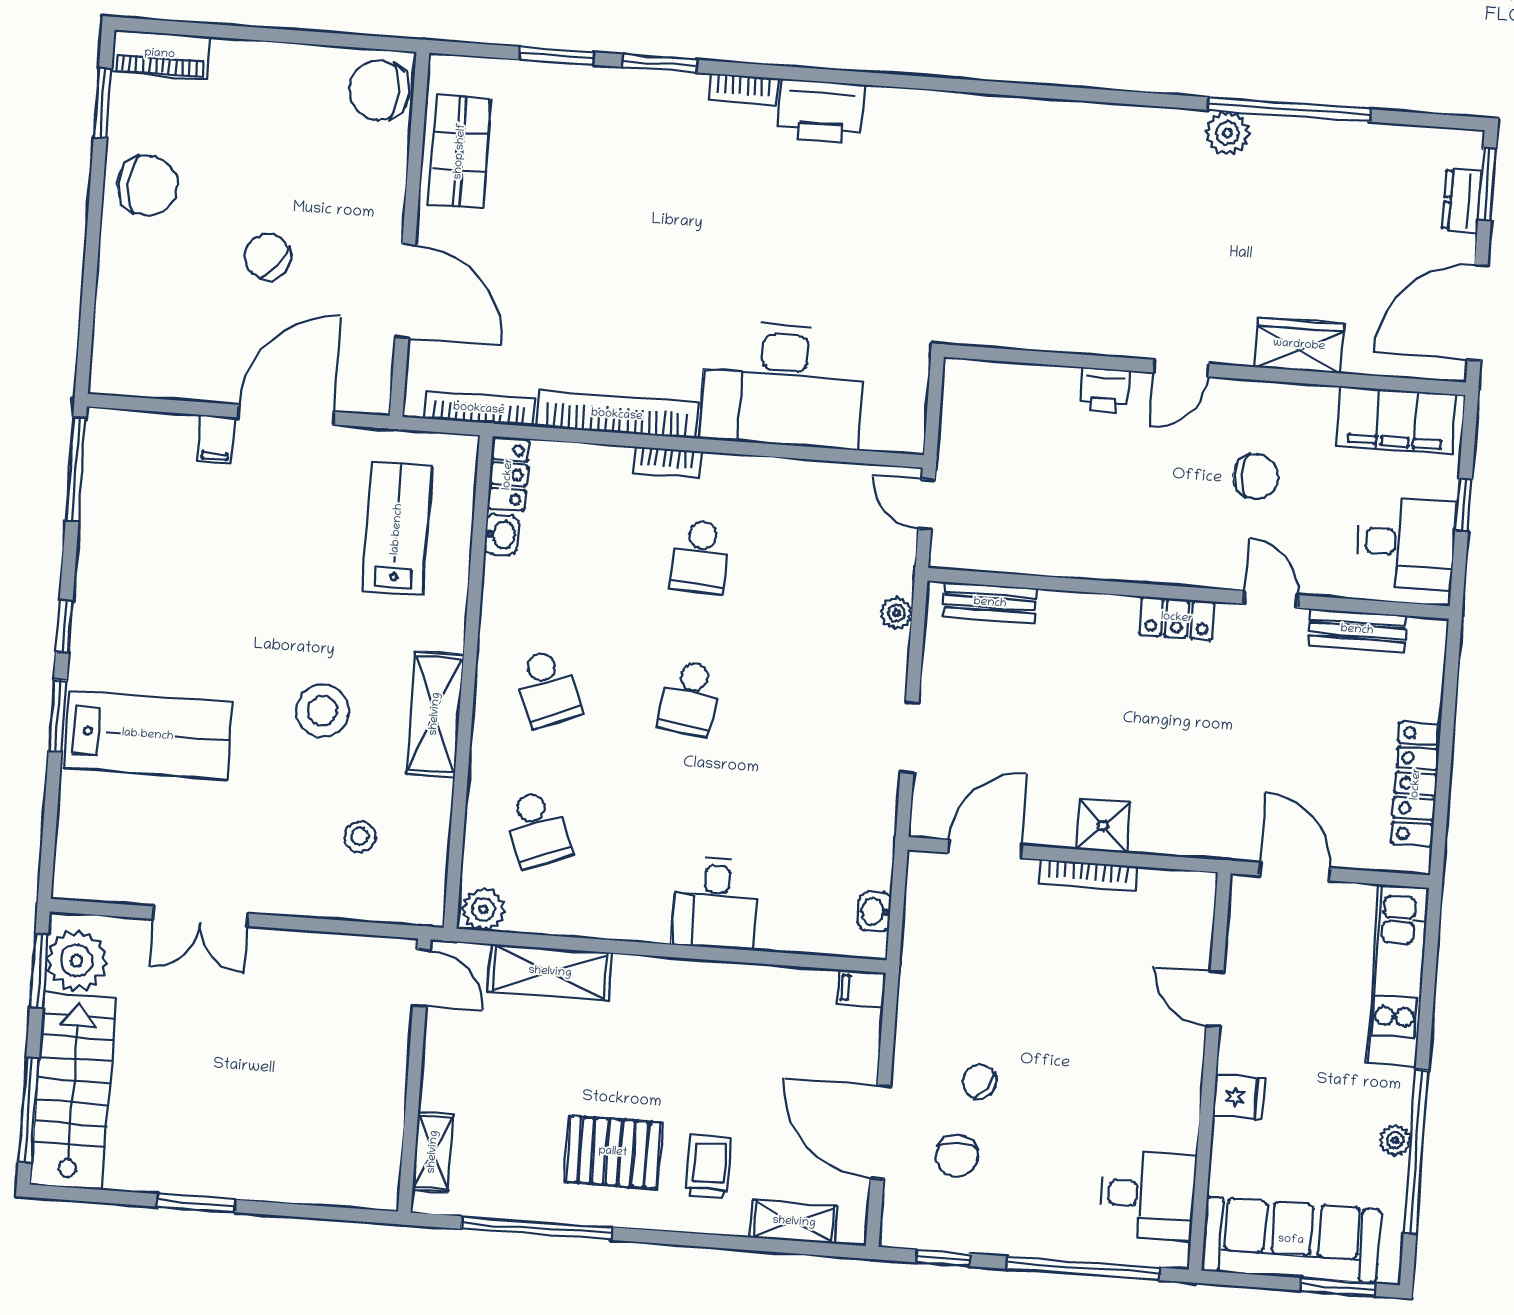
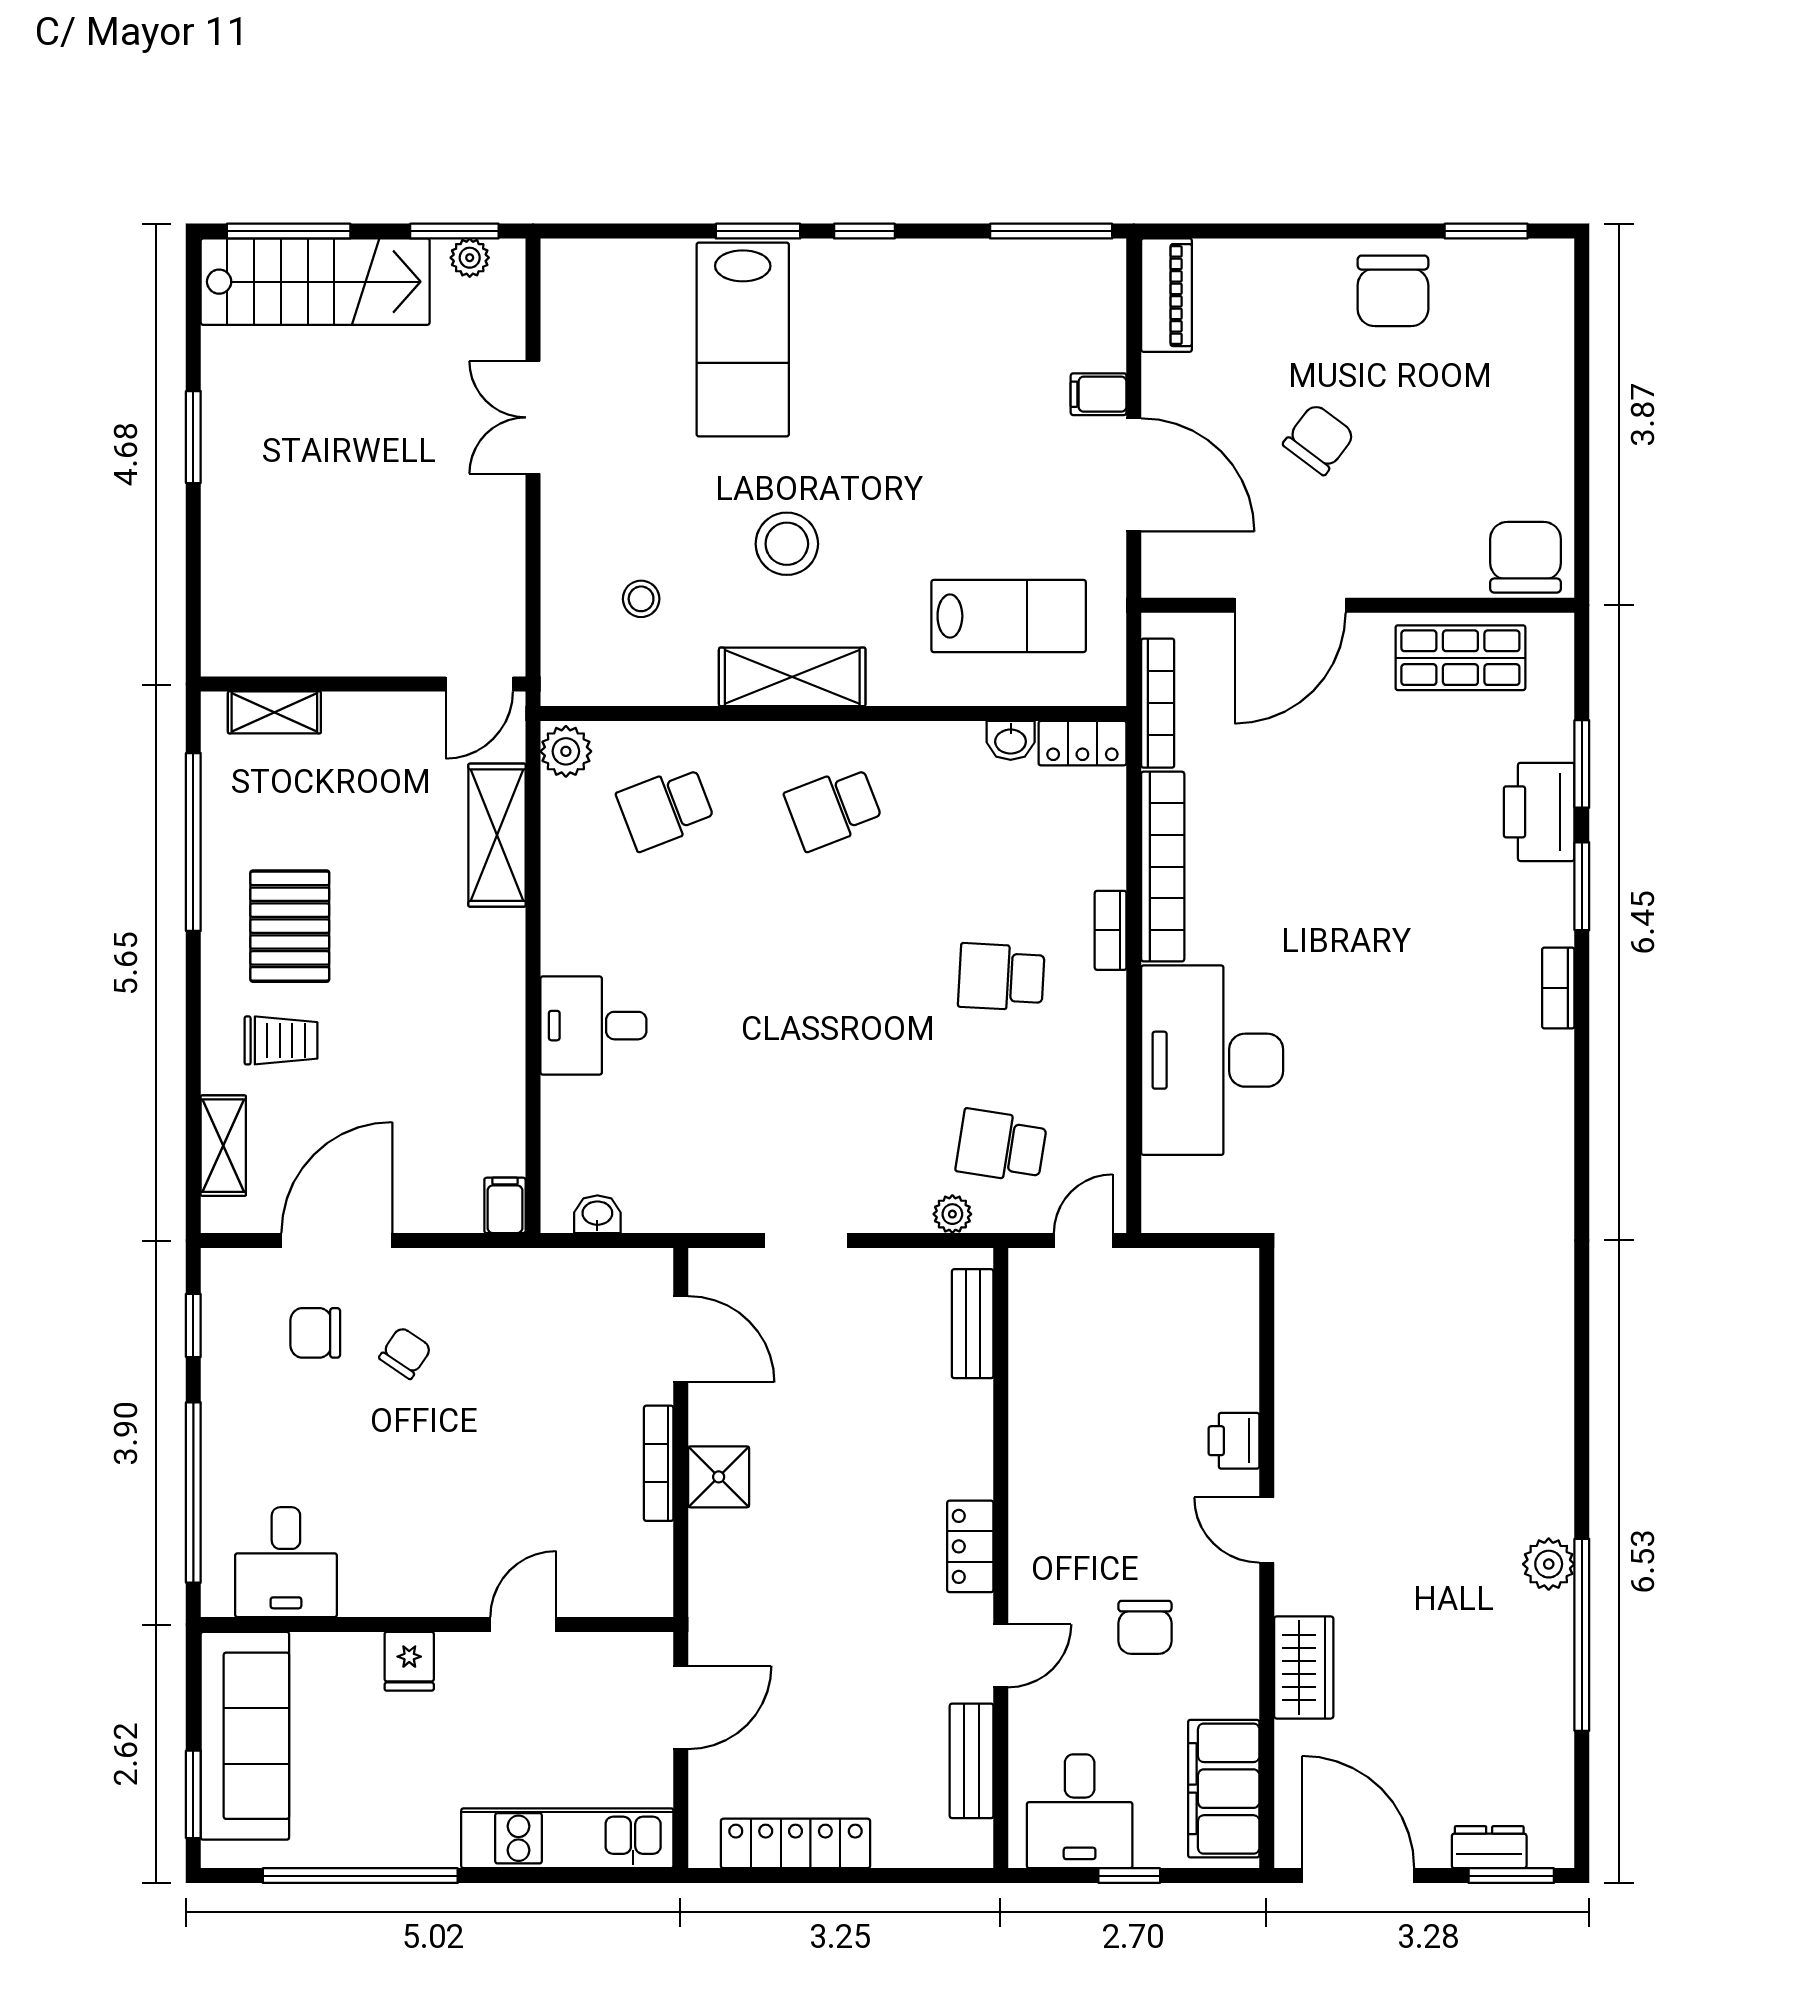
piano: (160, 54) -> (1167, 295), moved, turned 180
printer: (821, 111) -> (1539, 812), moved
school desk: (690, 698) -> (1001, 1146), moved
plant: (76, 961) -> (470, 258), width x0.53, depth x0.53
plant: (1395, 1140) -> (372, 1850), removed

